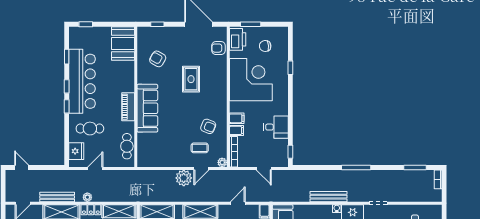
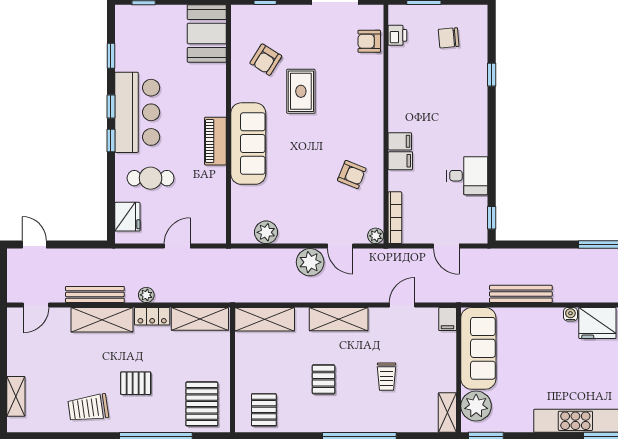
printer: (238, 39) -> (397, 35), width x0.53, depth x0.68
armchair: (158, 59) -> (266, 60), turned -87
rug: (191, 79) -> (301, 91), moved
corner desk: (251, 80) -> (424, 95), removed
bar counter: (82, 81) -> (137, 112), width x0.73
filing cabinet: (236, 130) -> (400, 141), moved
cafe table: (127, 146) -> (213, 208), removed
coffee table: (200, 148) -> (337, 211), removed
plant: (158, 160) -> (266, 232), added
door: (95, 168) -> (177, 246), moved
door: (201, 168) -> (340, 246), hinge flipped
bench: (328, 197) -> (521, 294), moved

